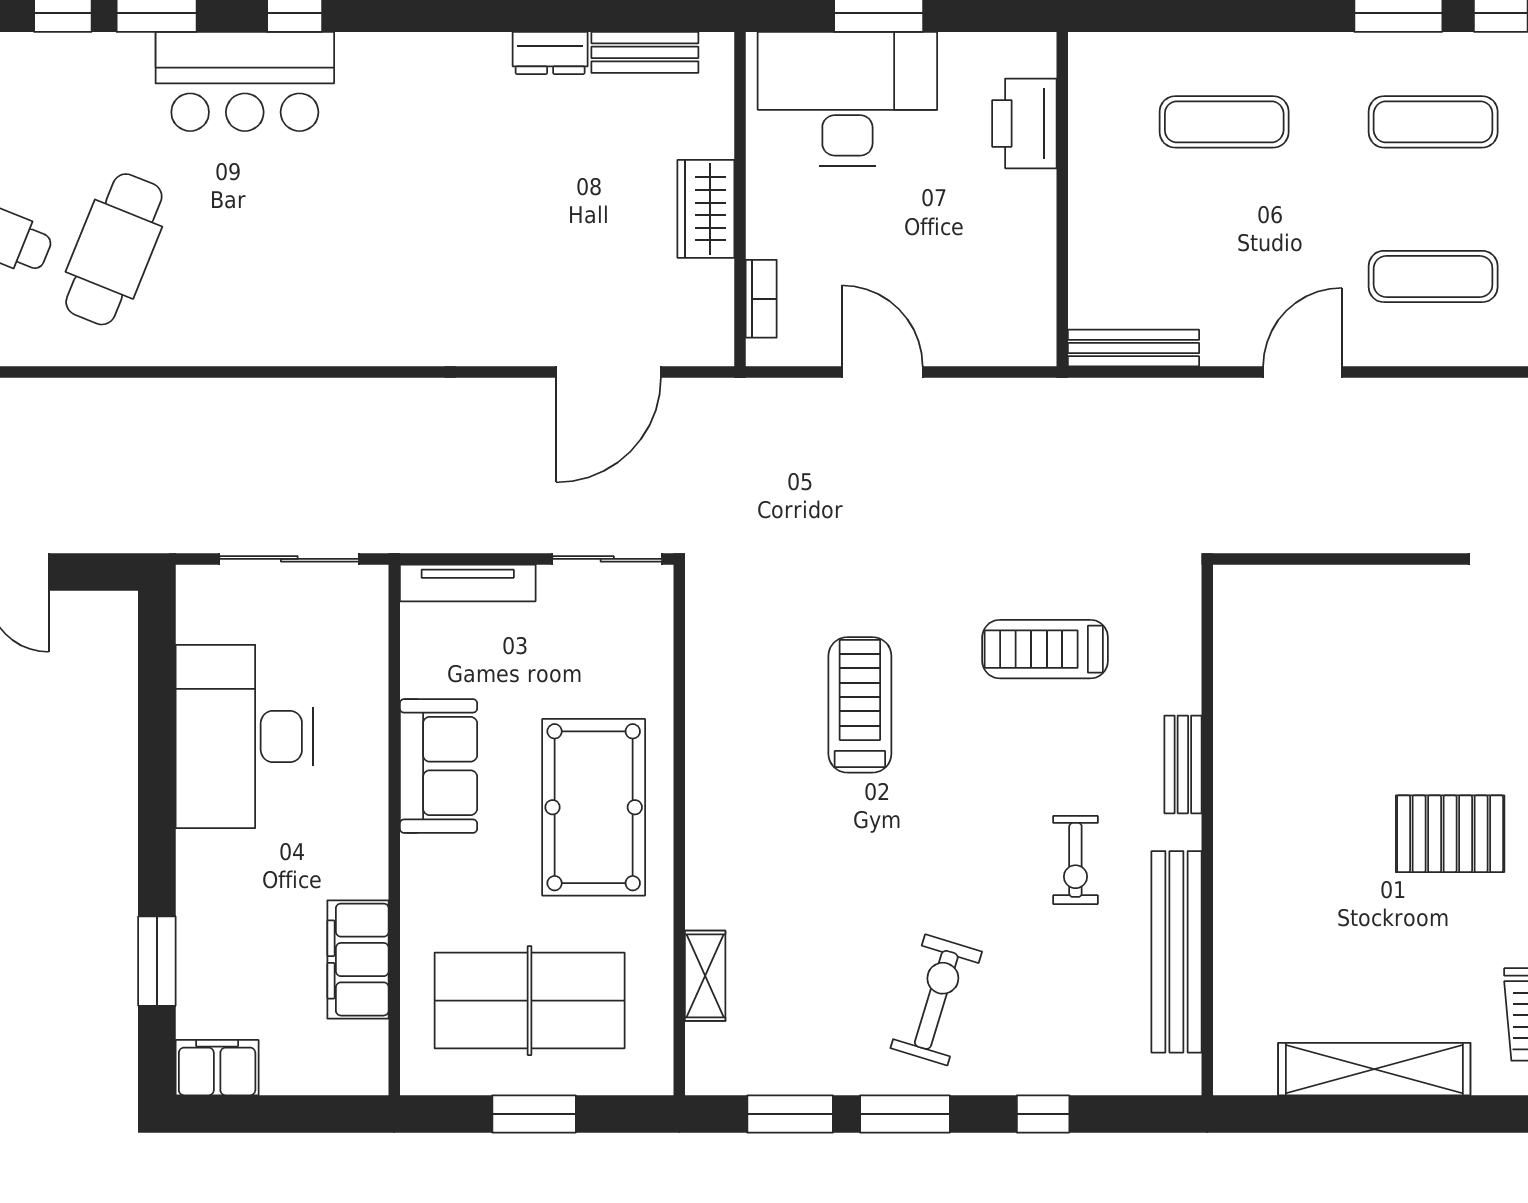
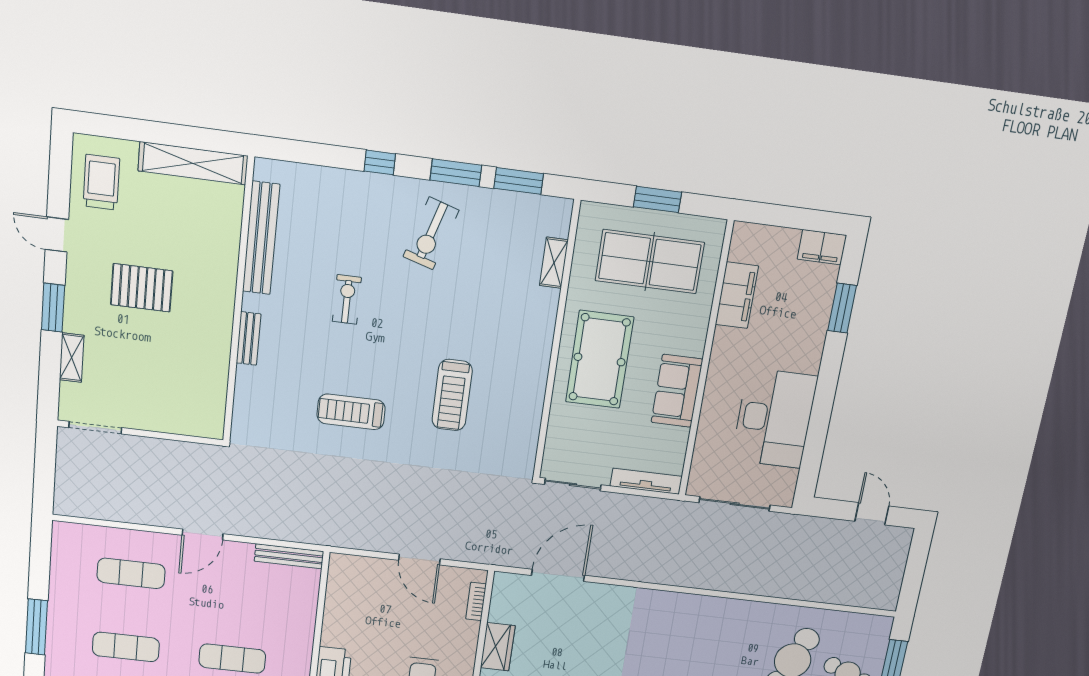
treadmill: (1045, 649) -> (351, 412), turned 180
bench: (1183, 764) -> (249, 339), moved
wall: (1207, 830) -> (238, 302), moved
bench: (1176, 952) -> (261, 238), moved

